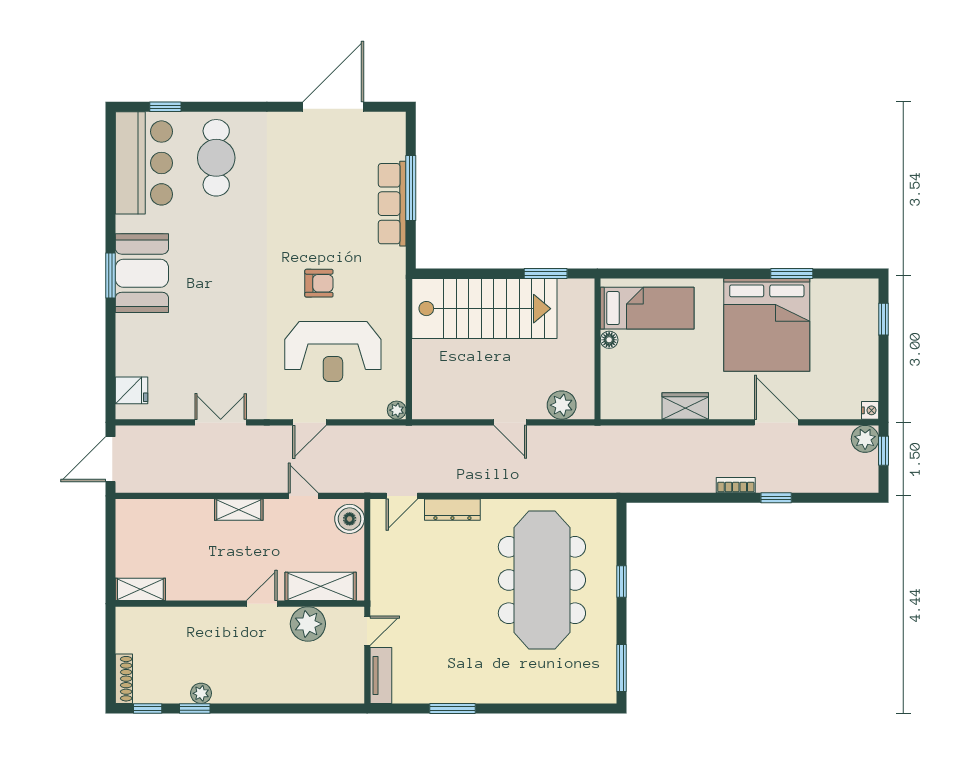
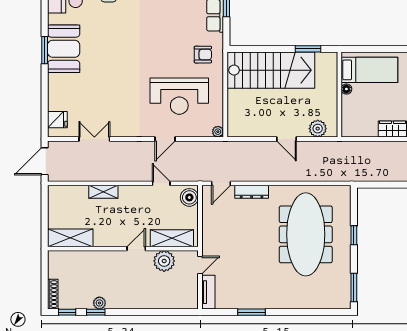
armchair: (319, 283) -> (203, 55), moved
double door: (221, 422) -> (94, 139), moved
shelving: (239, 510) -> (103, 192), moved
shelving: (140, 589) -> (70, 238), width x1.50, depth x1.33

